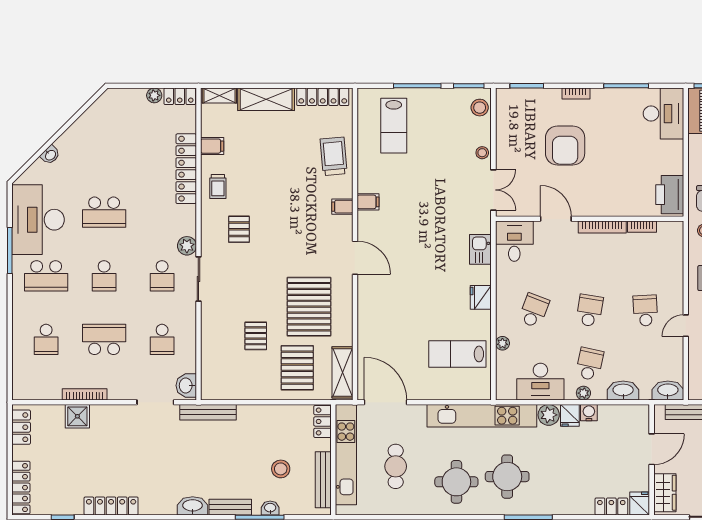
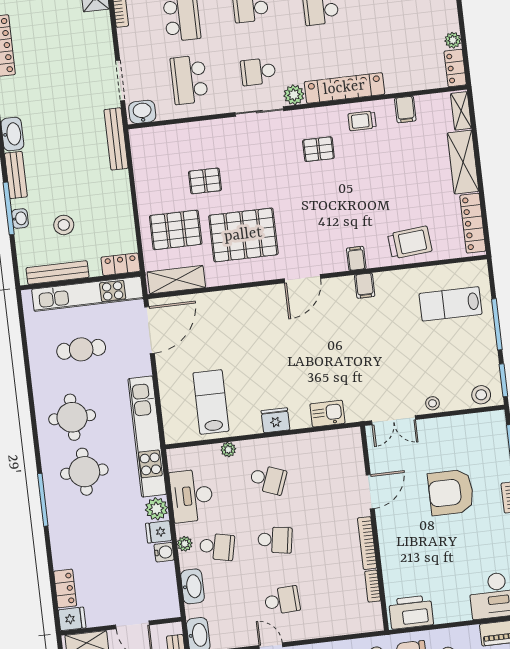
locker: (186, 169) -> (344, 88), moved
desk: (514, 241) -> (341, 449), removed
school desk: (162, 339) -> (189, 80), width x1.85

